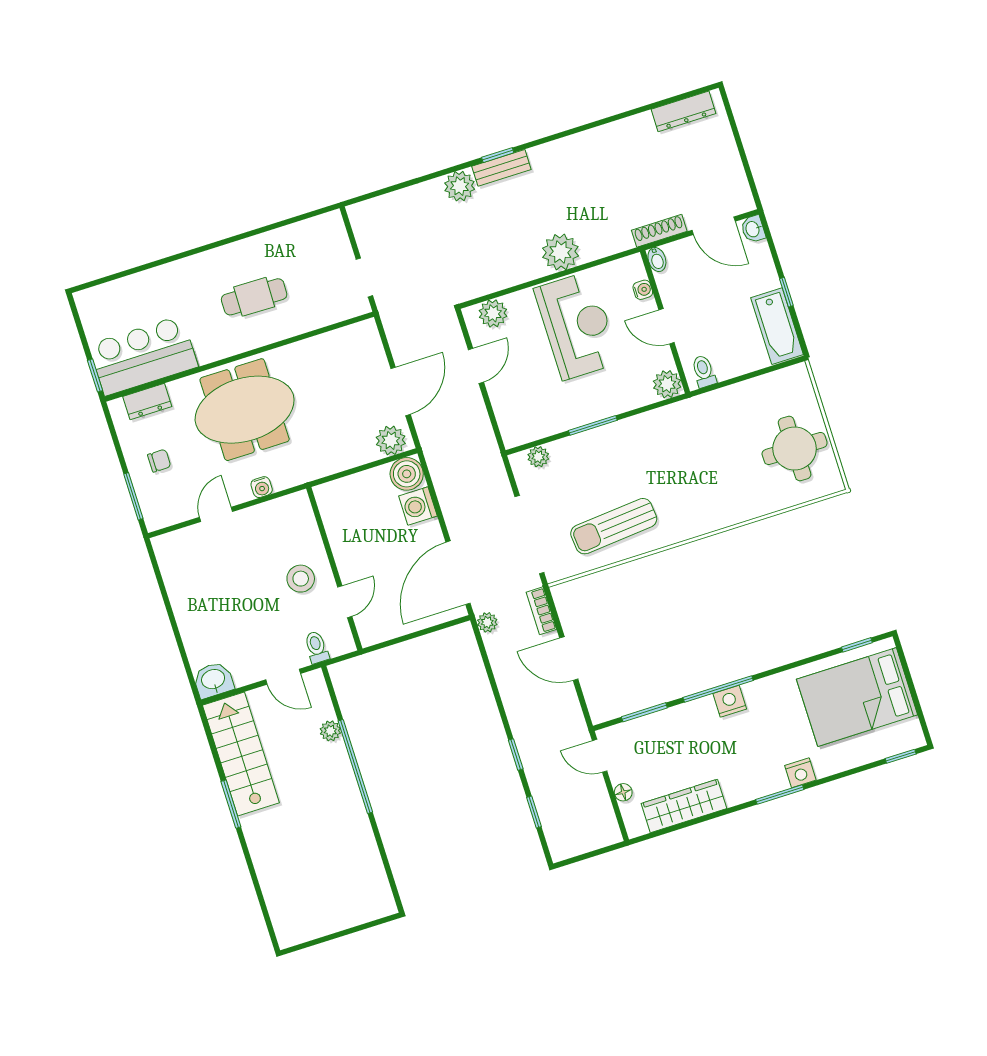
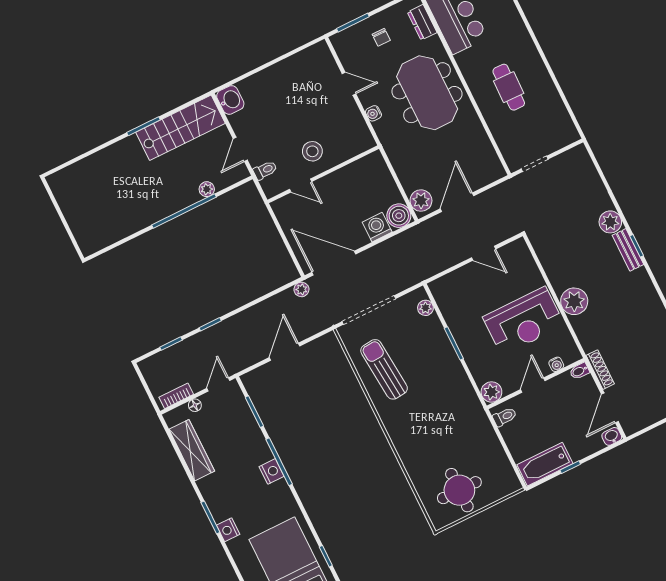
plant: (493, 313) -> (523, 260), removed
door: (401, 391) -> (457, 202), swing flipped
bookcase: (541, 611) -> (176, 396), moved

